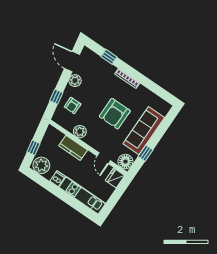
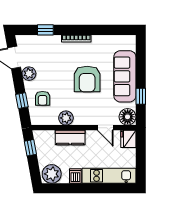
window: (33, 148) -> (30, 148), moved

